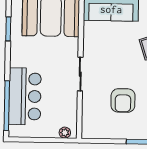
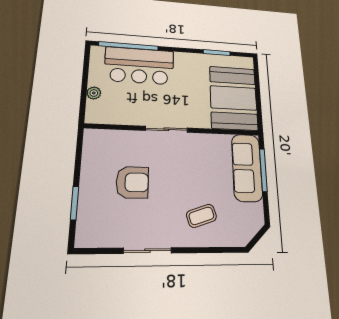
armchair: (123, 100) -> (132, 182), turned 180
plant: (65, 133) -> (94, 93), moved

